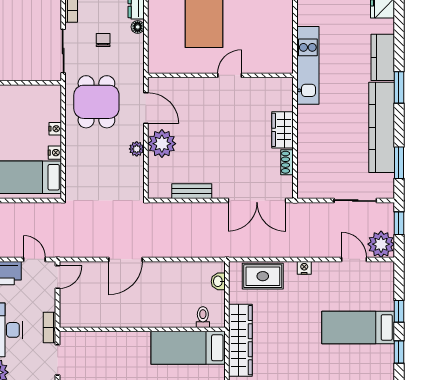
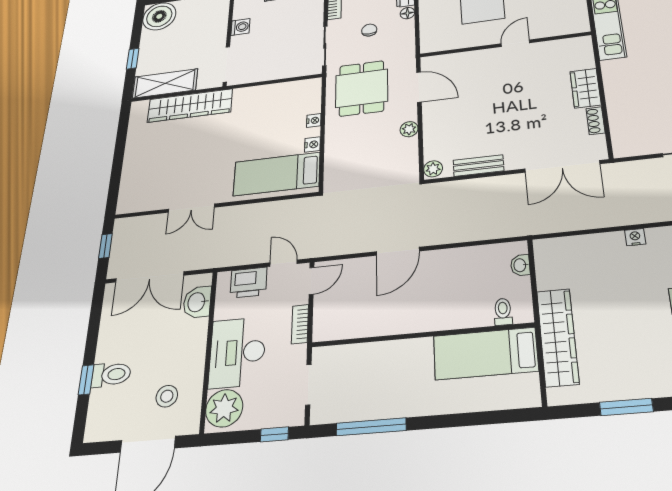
plant: (162, 144) -> (433, 169), moved, width x0.53, depth x0.53
rug: (263, 276) -> (580, 253), removed
bookcase: (50, 327) -> (300, 324), moved

